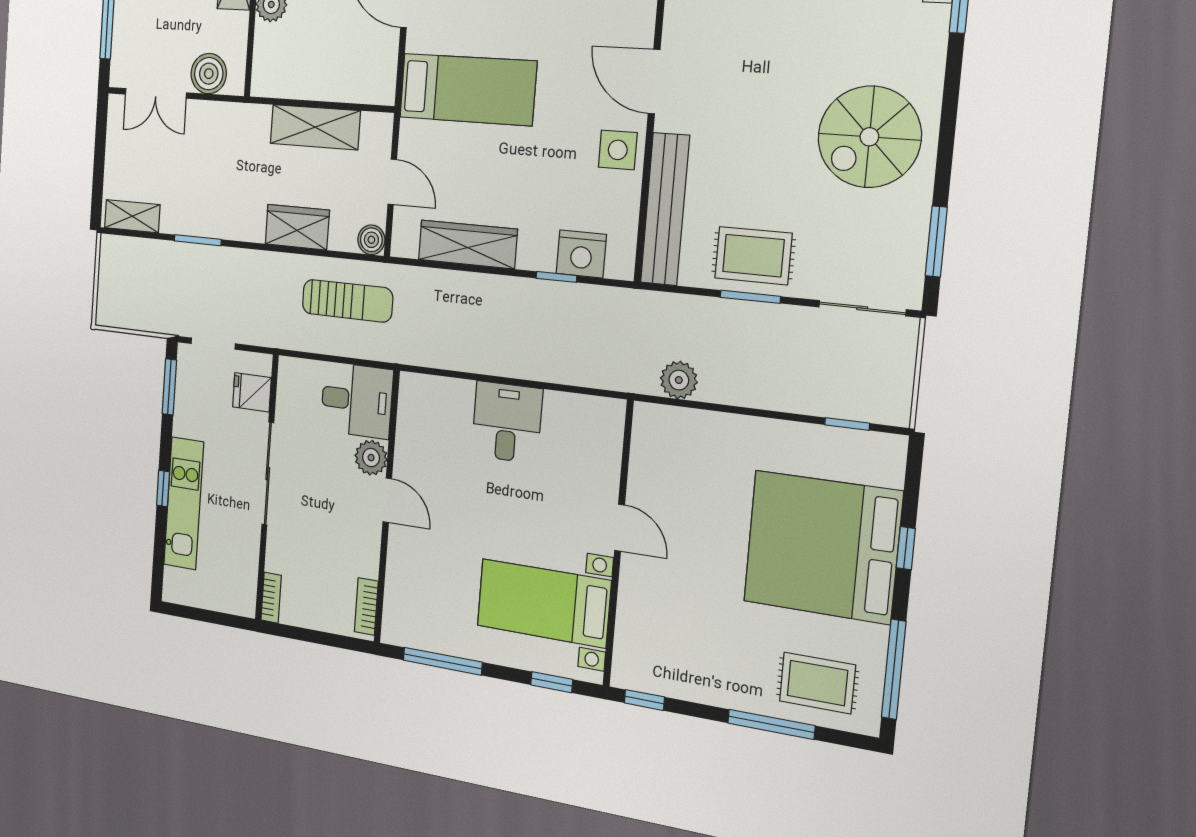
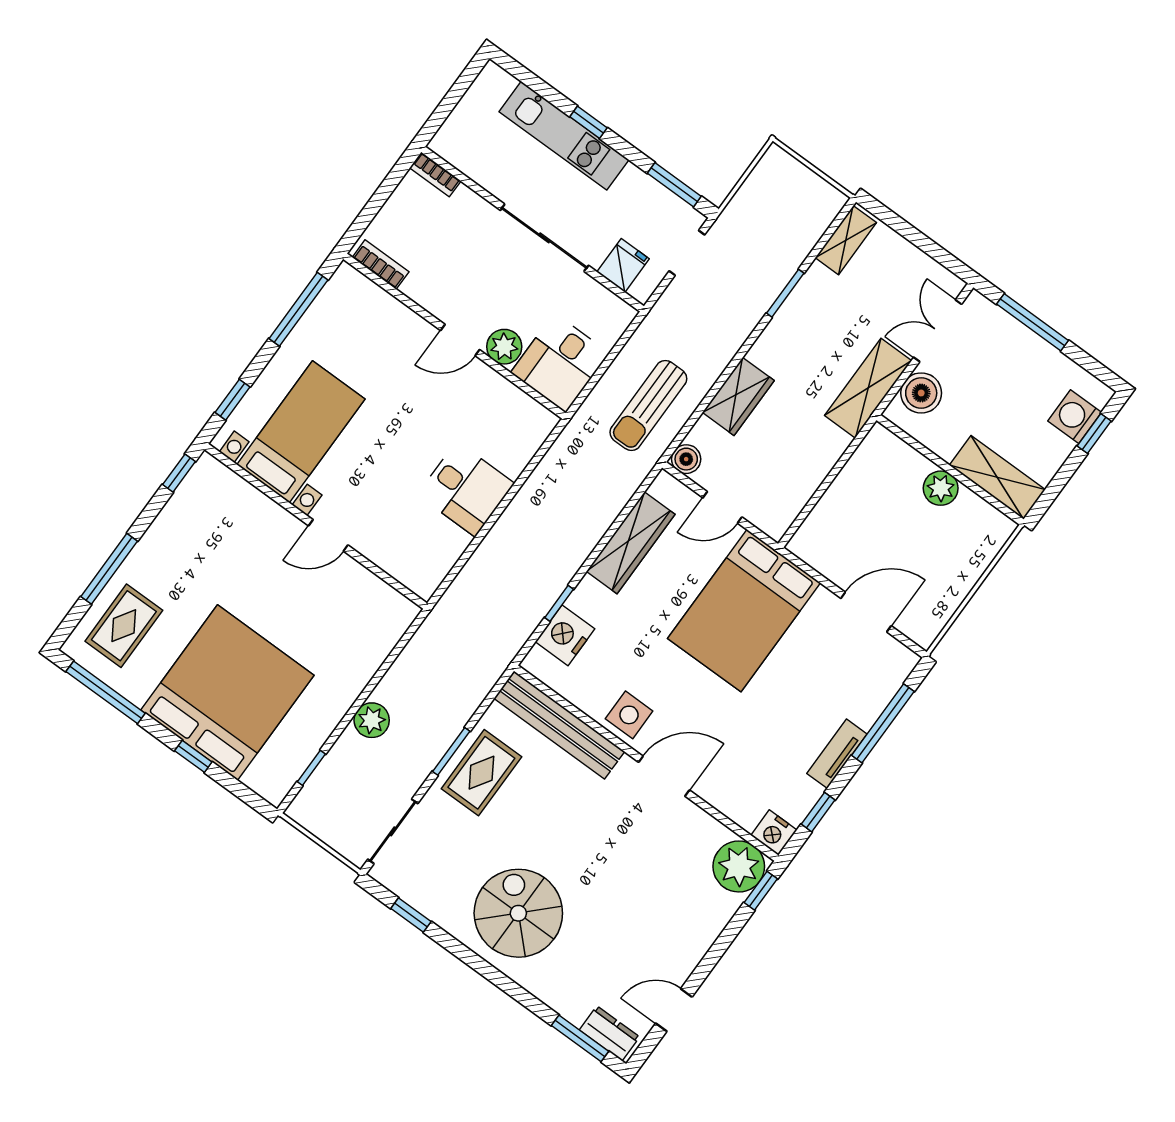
bed: (468, 89) -> (744, 611), width x1.50
shelving: (315, 127) -> (868, 388), moved
window: (936, 241) -> (411, 915), width x0.67
plant: (679, 380) -> (372, 720), moved

